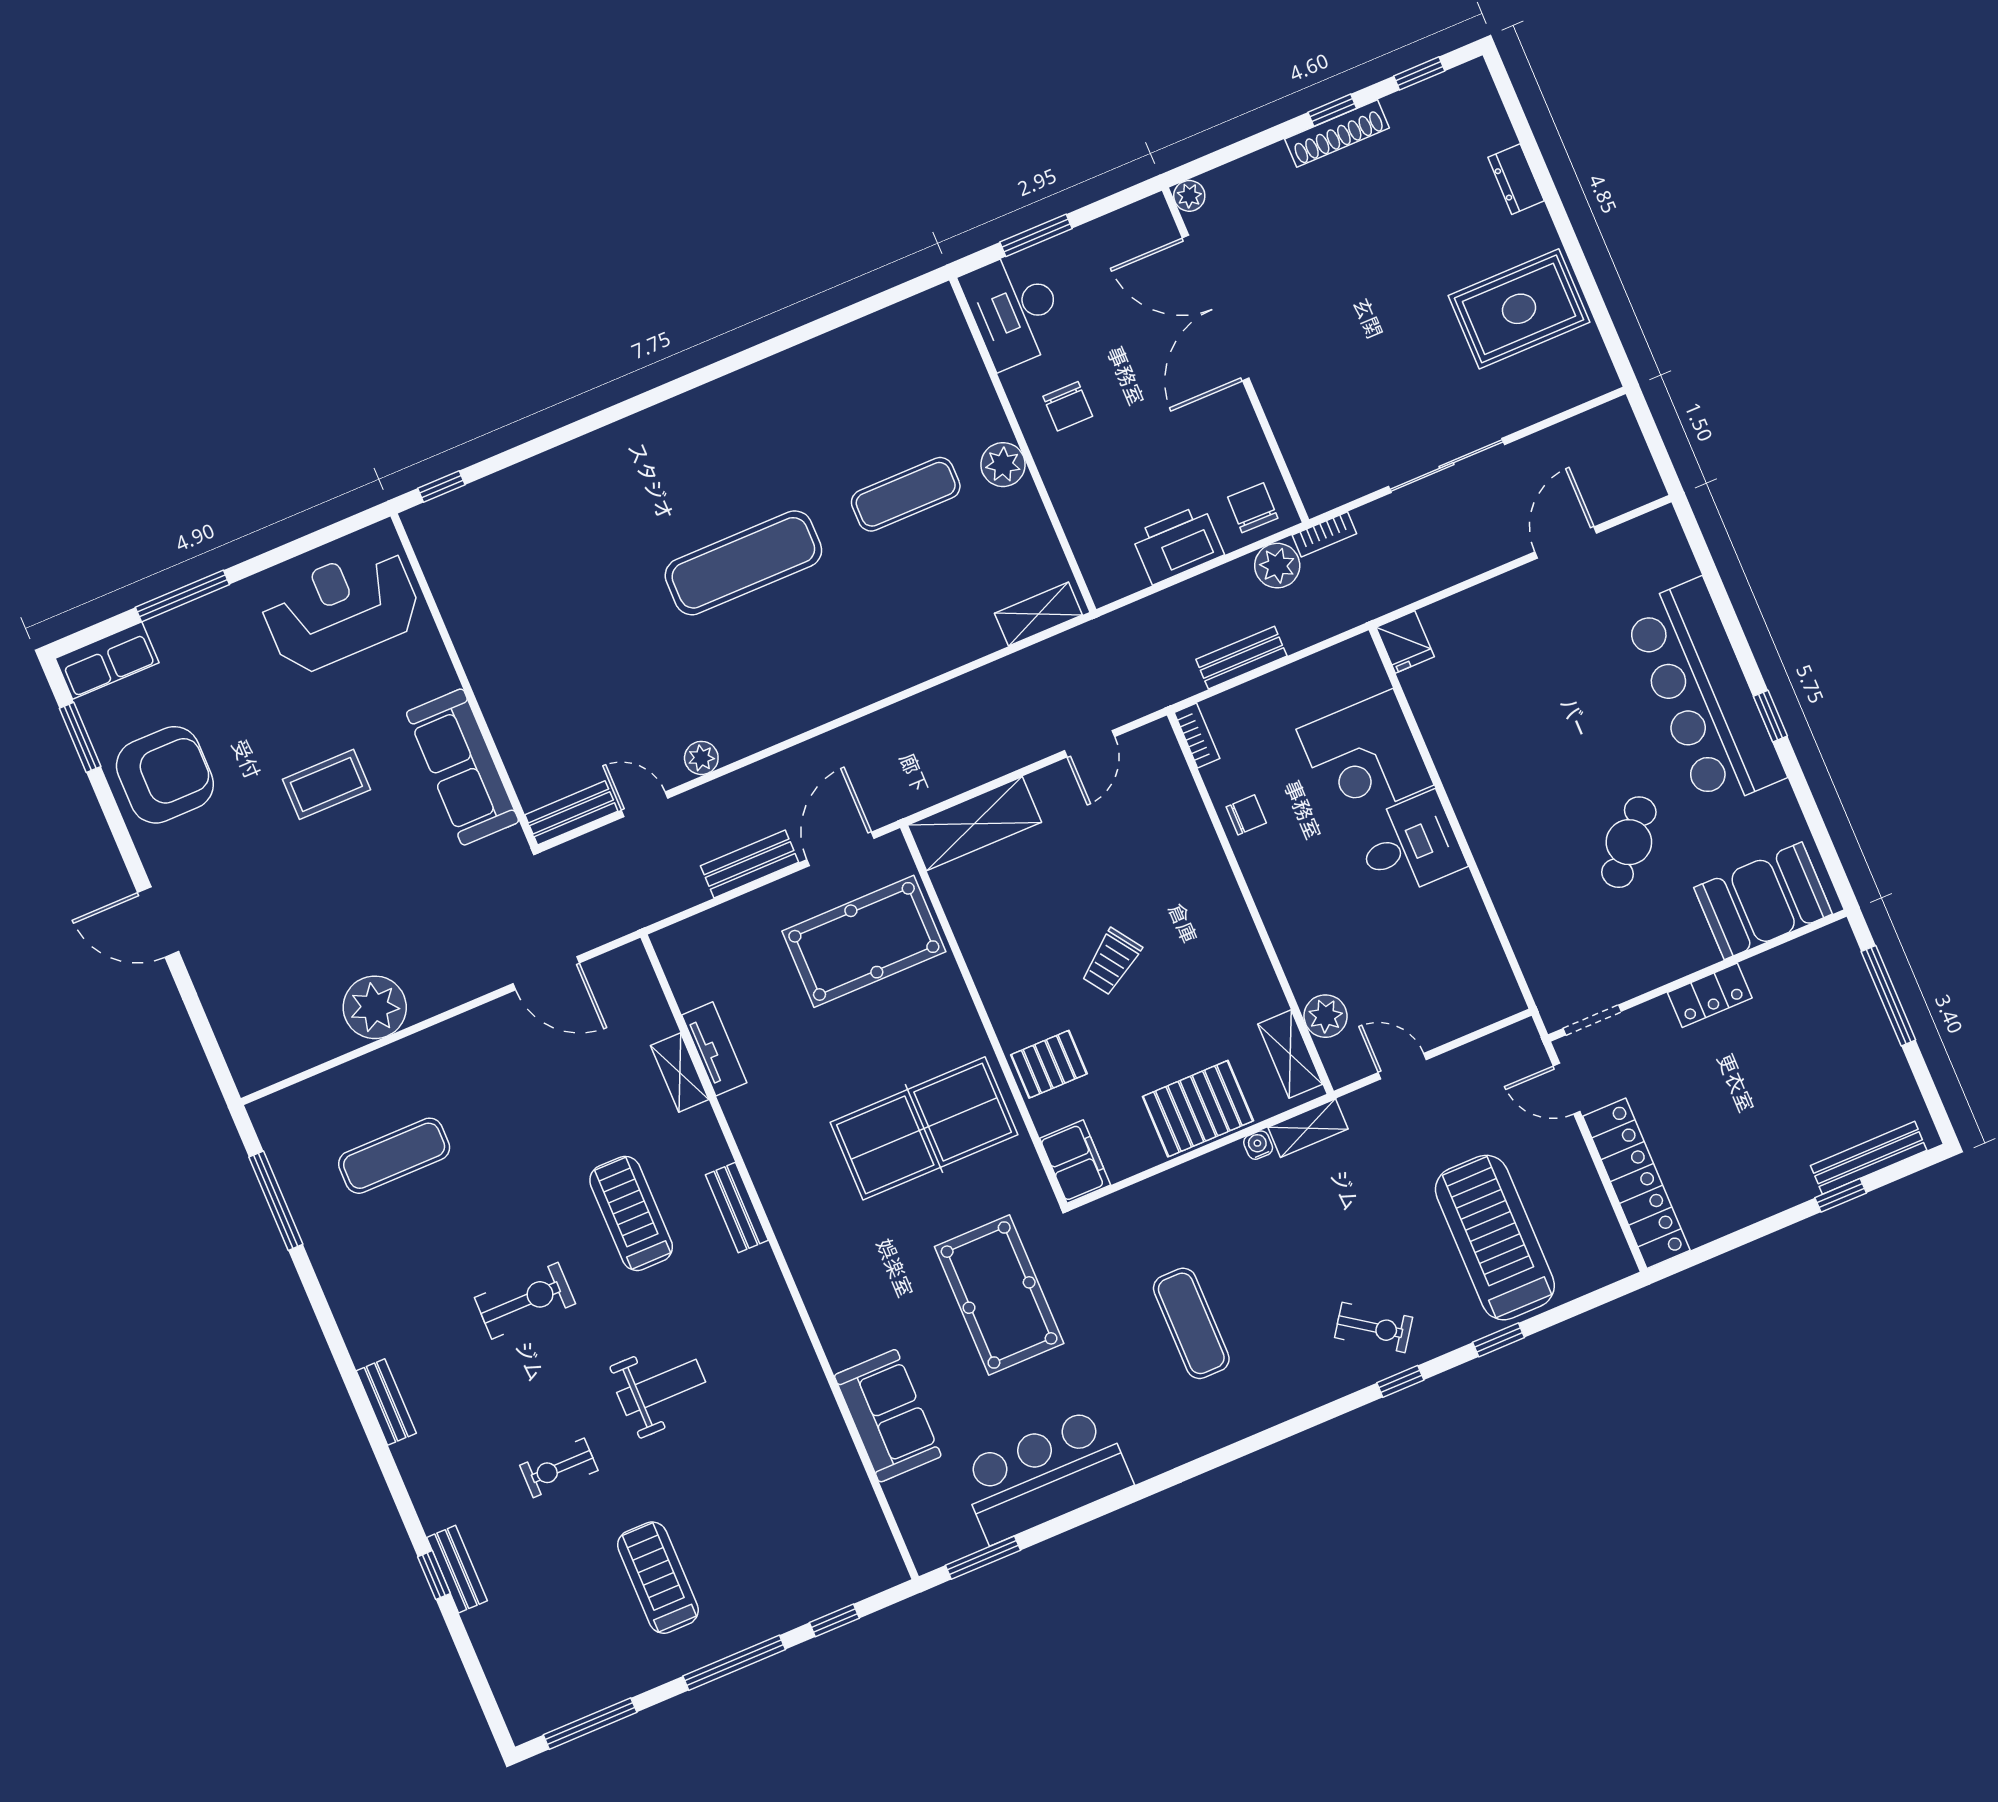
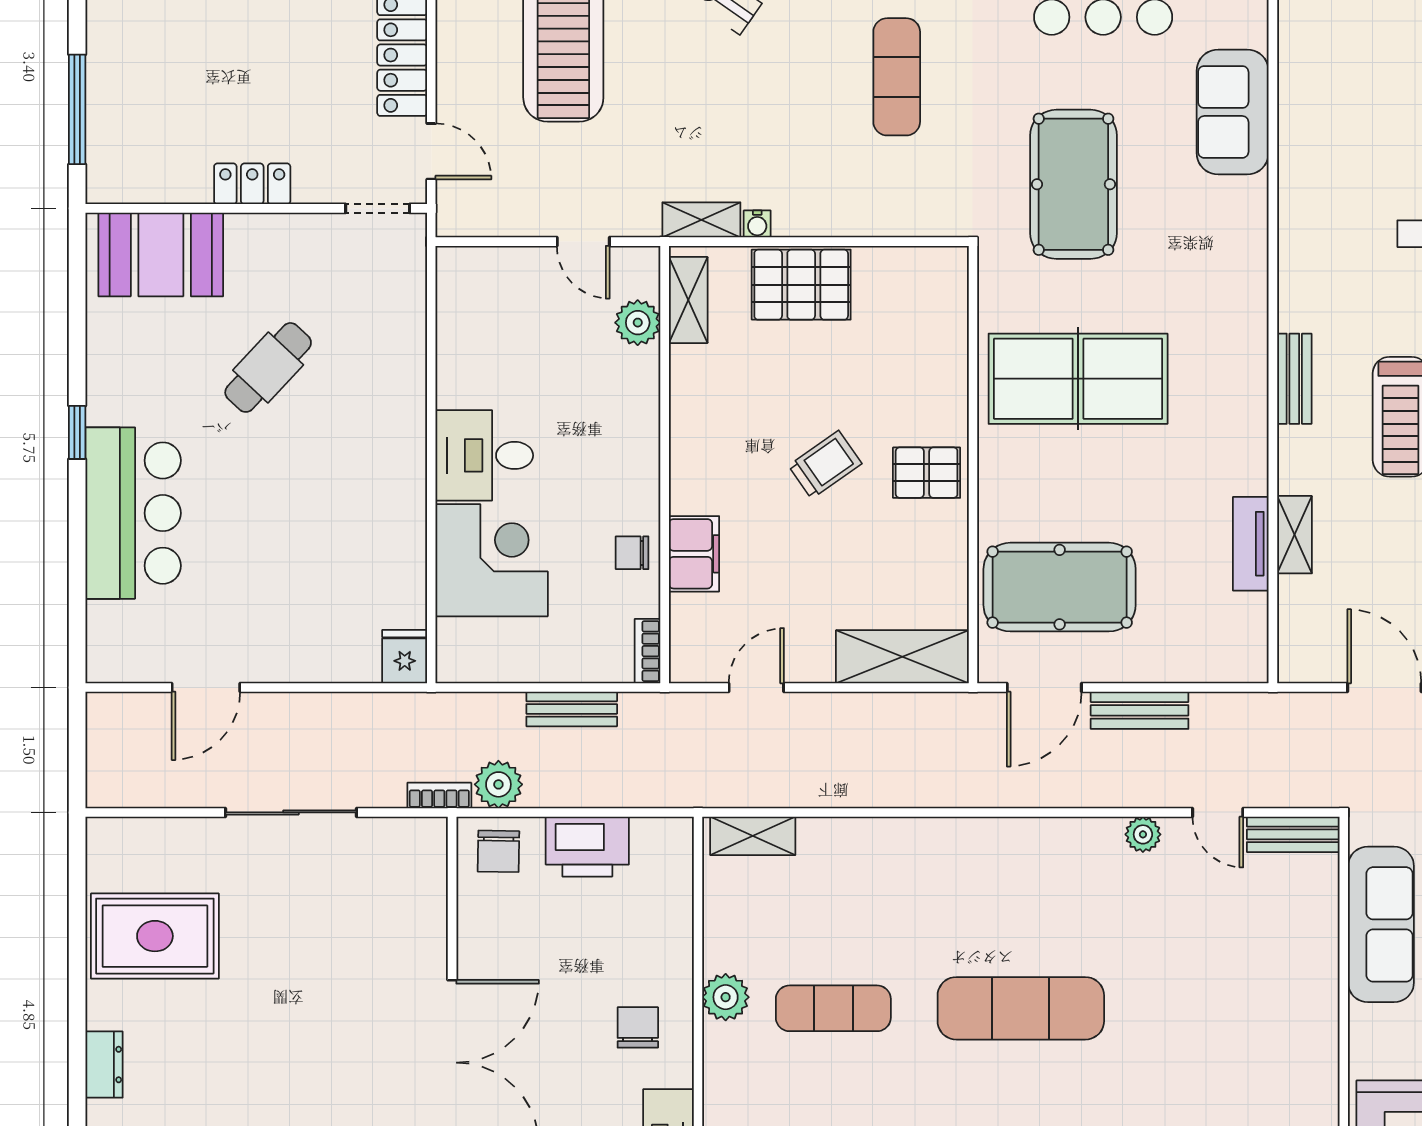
bar counter: (1704, 694) -> (133, 513), width x0.73
pallet: (1049, 1064) -> (927, 473), moved
filing cabinet: (1075, 1162) -> (694, 554), moved, turned 180

